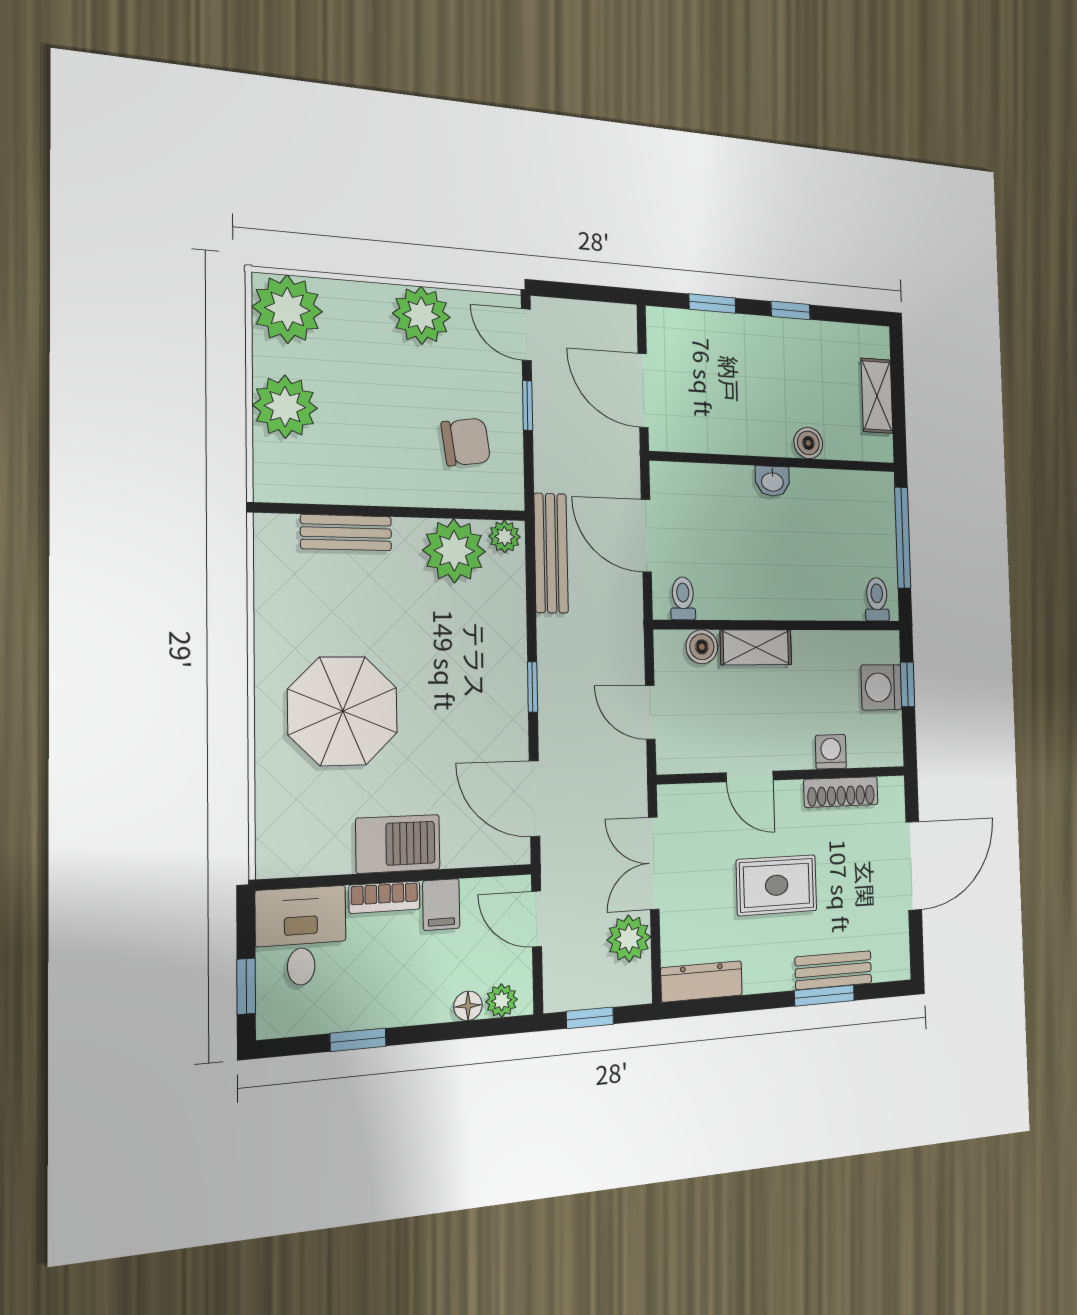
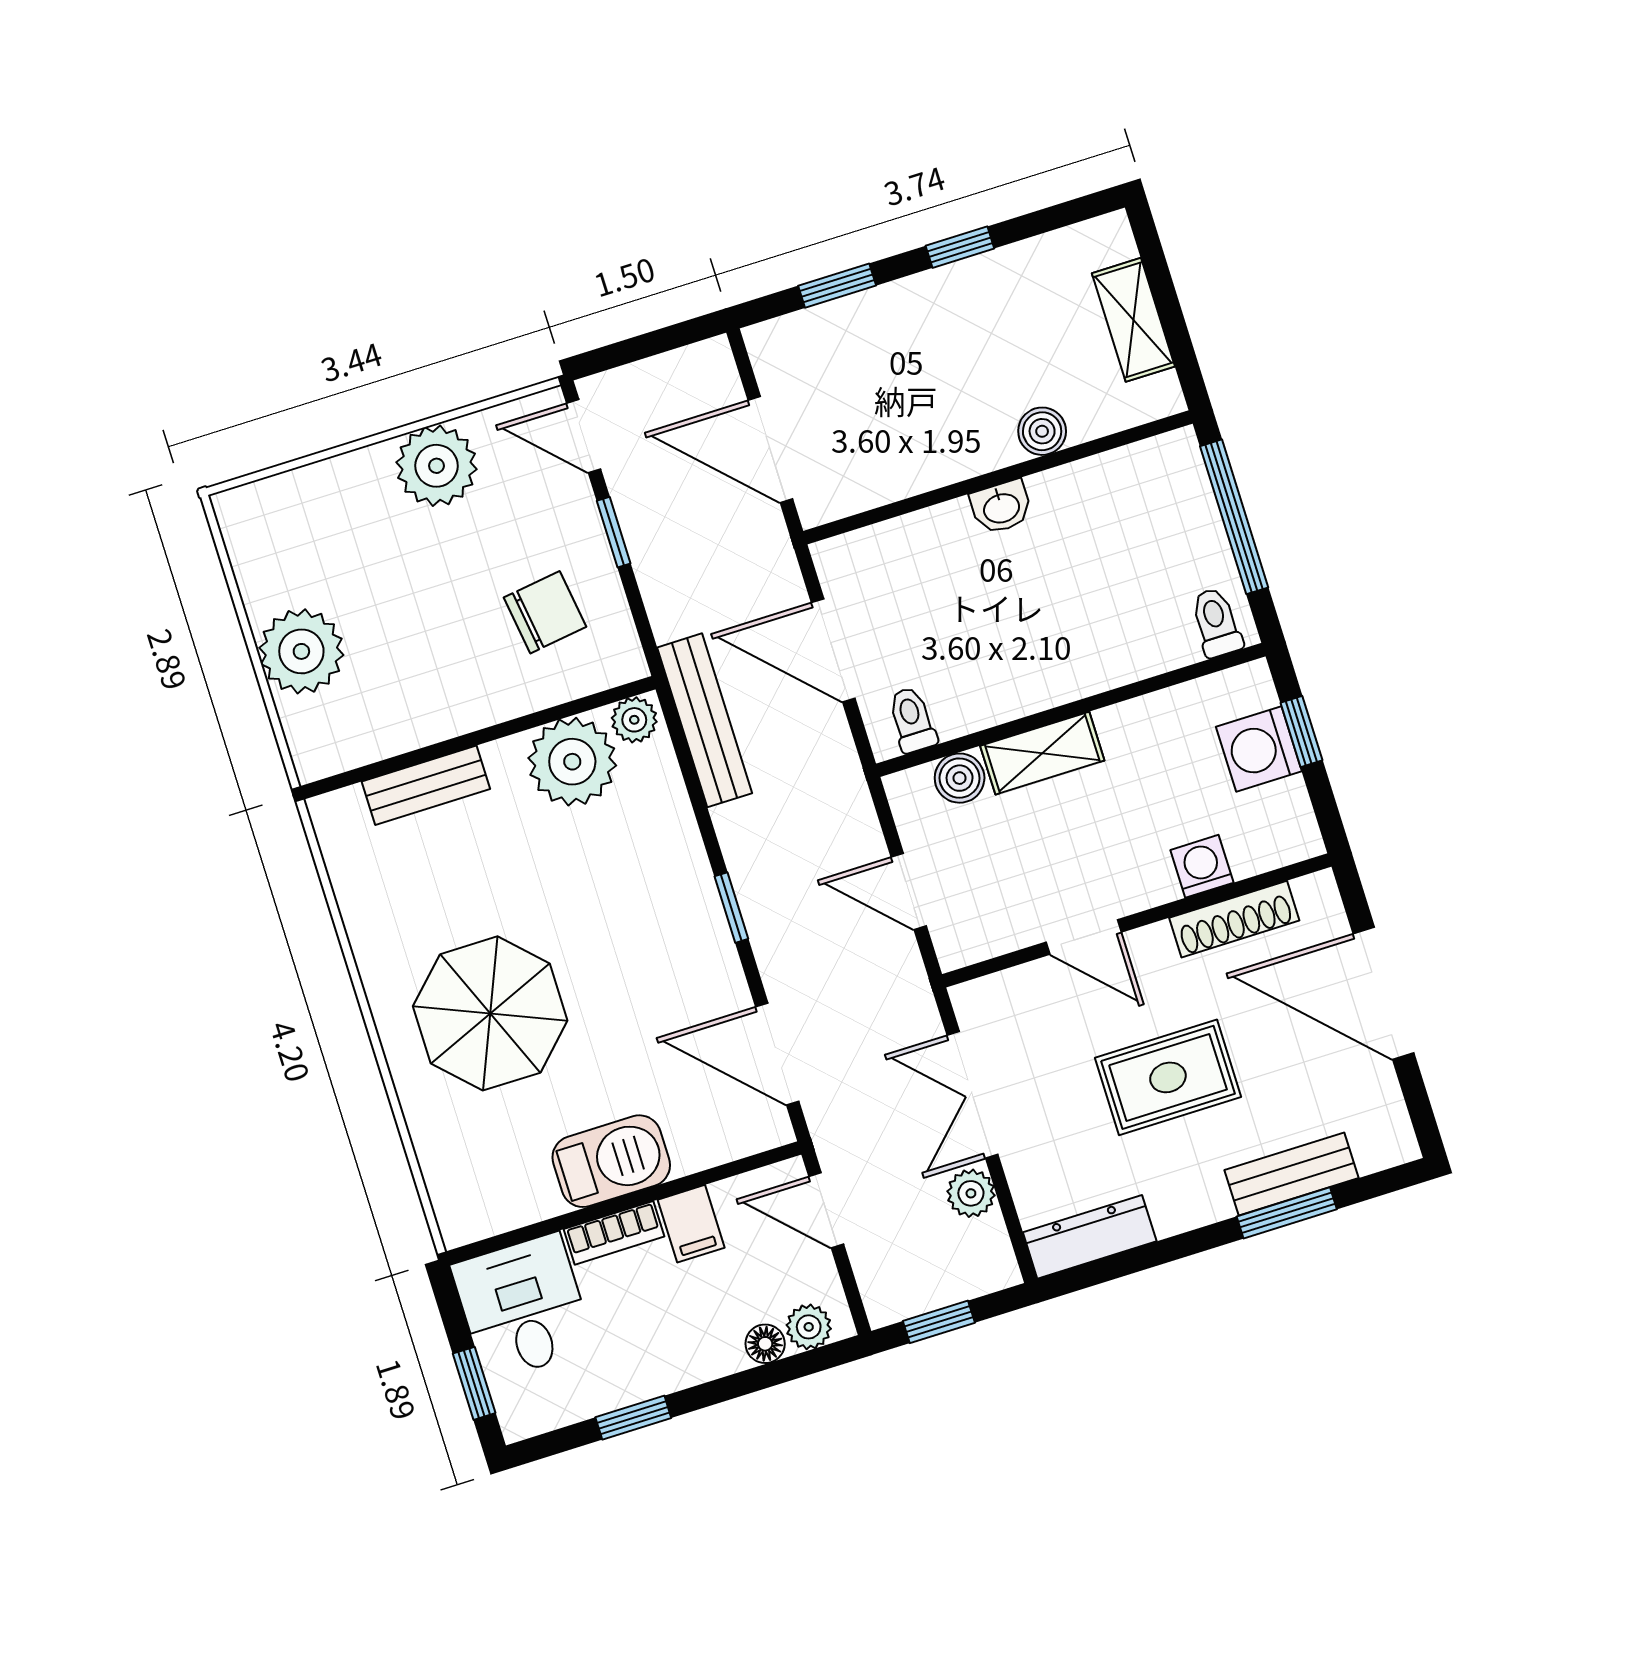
plant: (287, 309) -> (266, 525), removed
door: (914, 866) -> (1384, 993), swing flipped
plant: (629, 939) -> (971, 1193), width x0.73, depth x0.73

